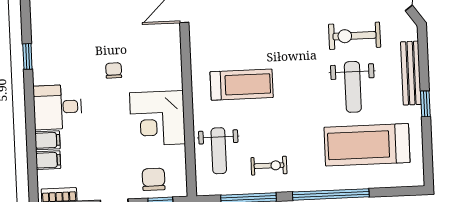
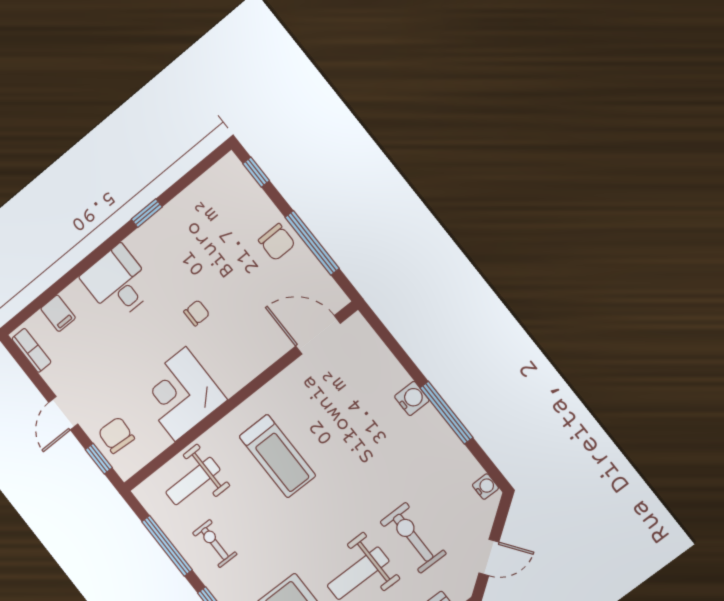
filing cabinet: (47, 140) -> (77, 298), removed
exercise bike: (269, 166) -> (215, 544), turned 180
chair: (154, 179) -> (116, 435), turned -86

